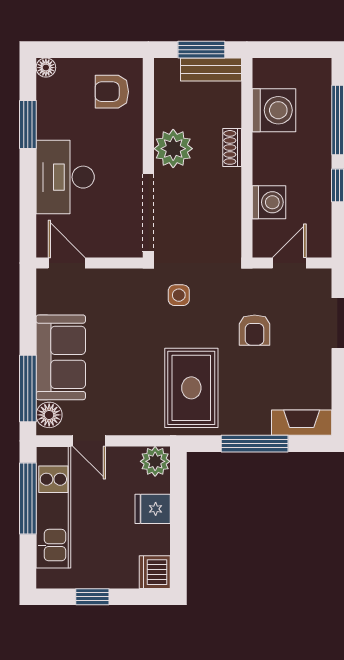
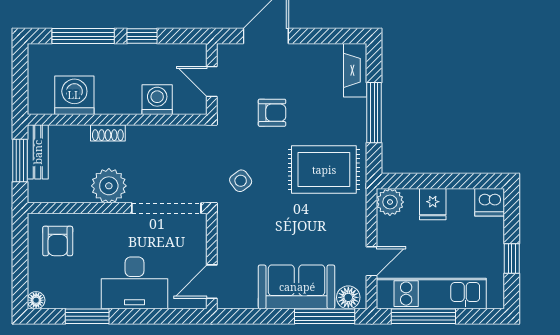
side table: (179, 295) -> (241, 181), turned -37

